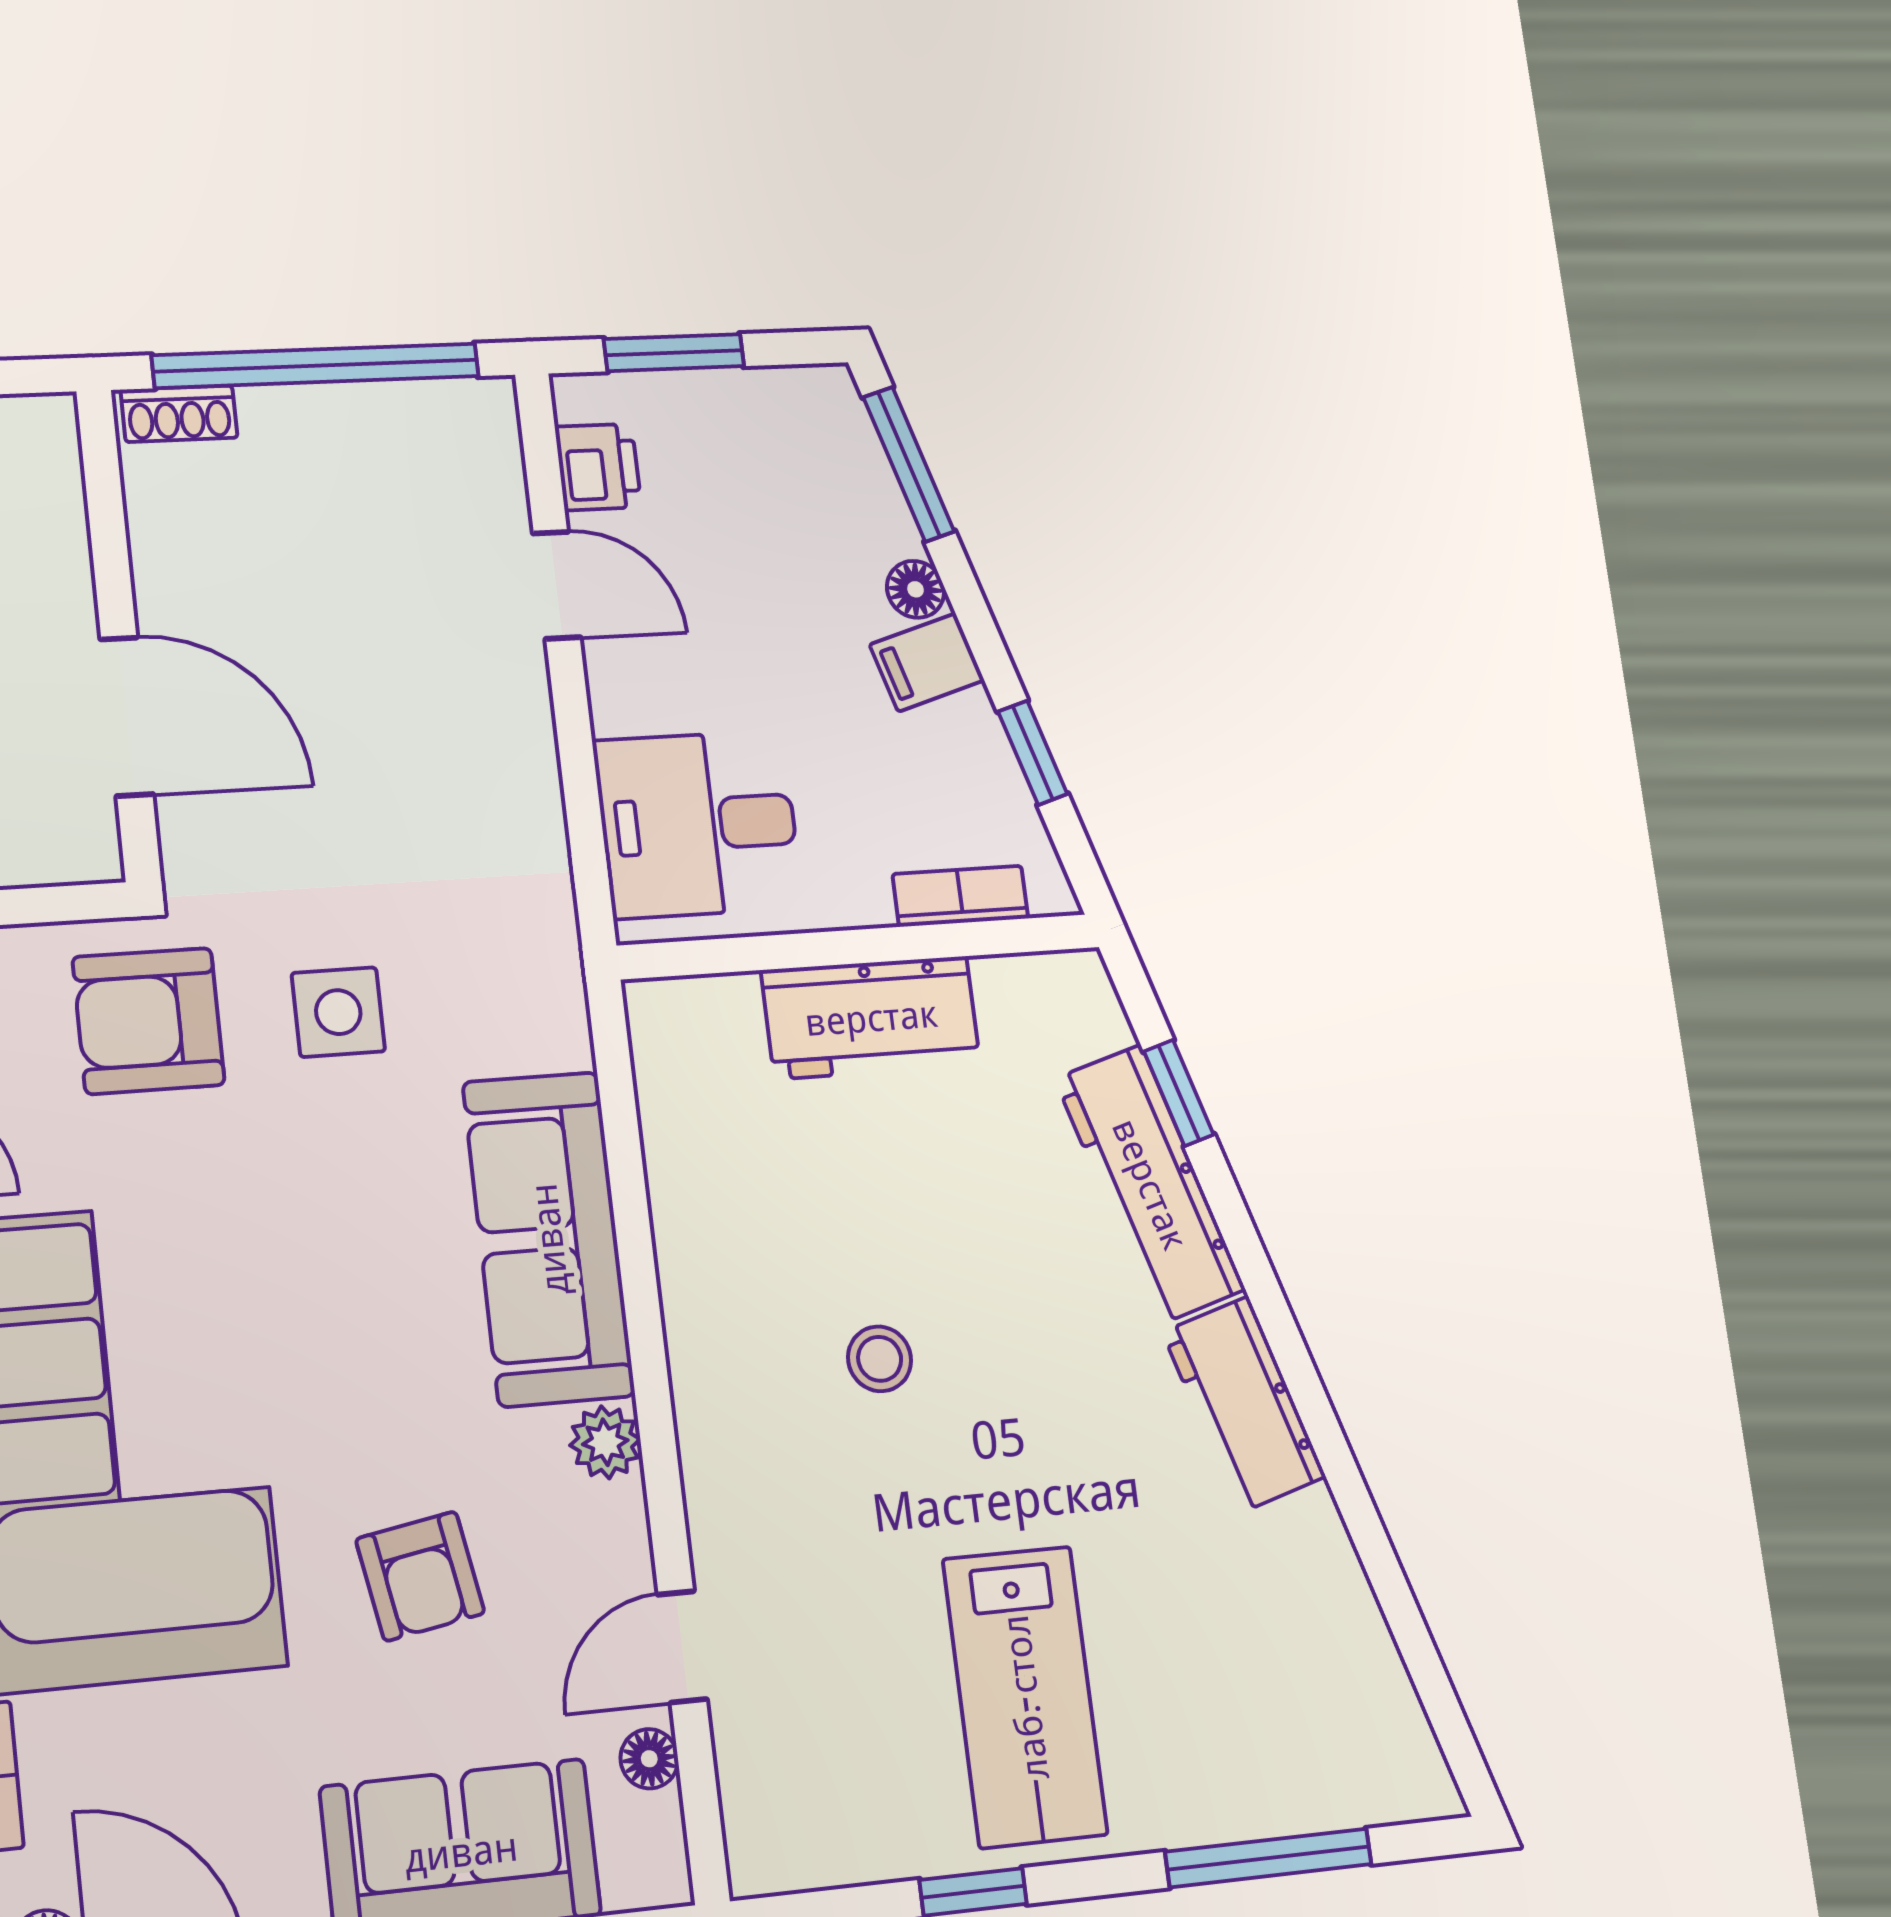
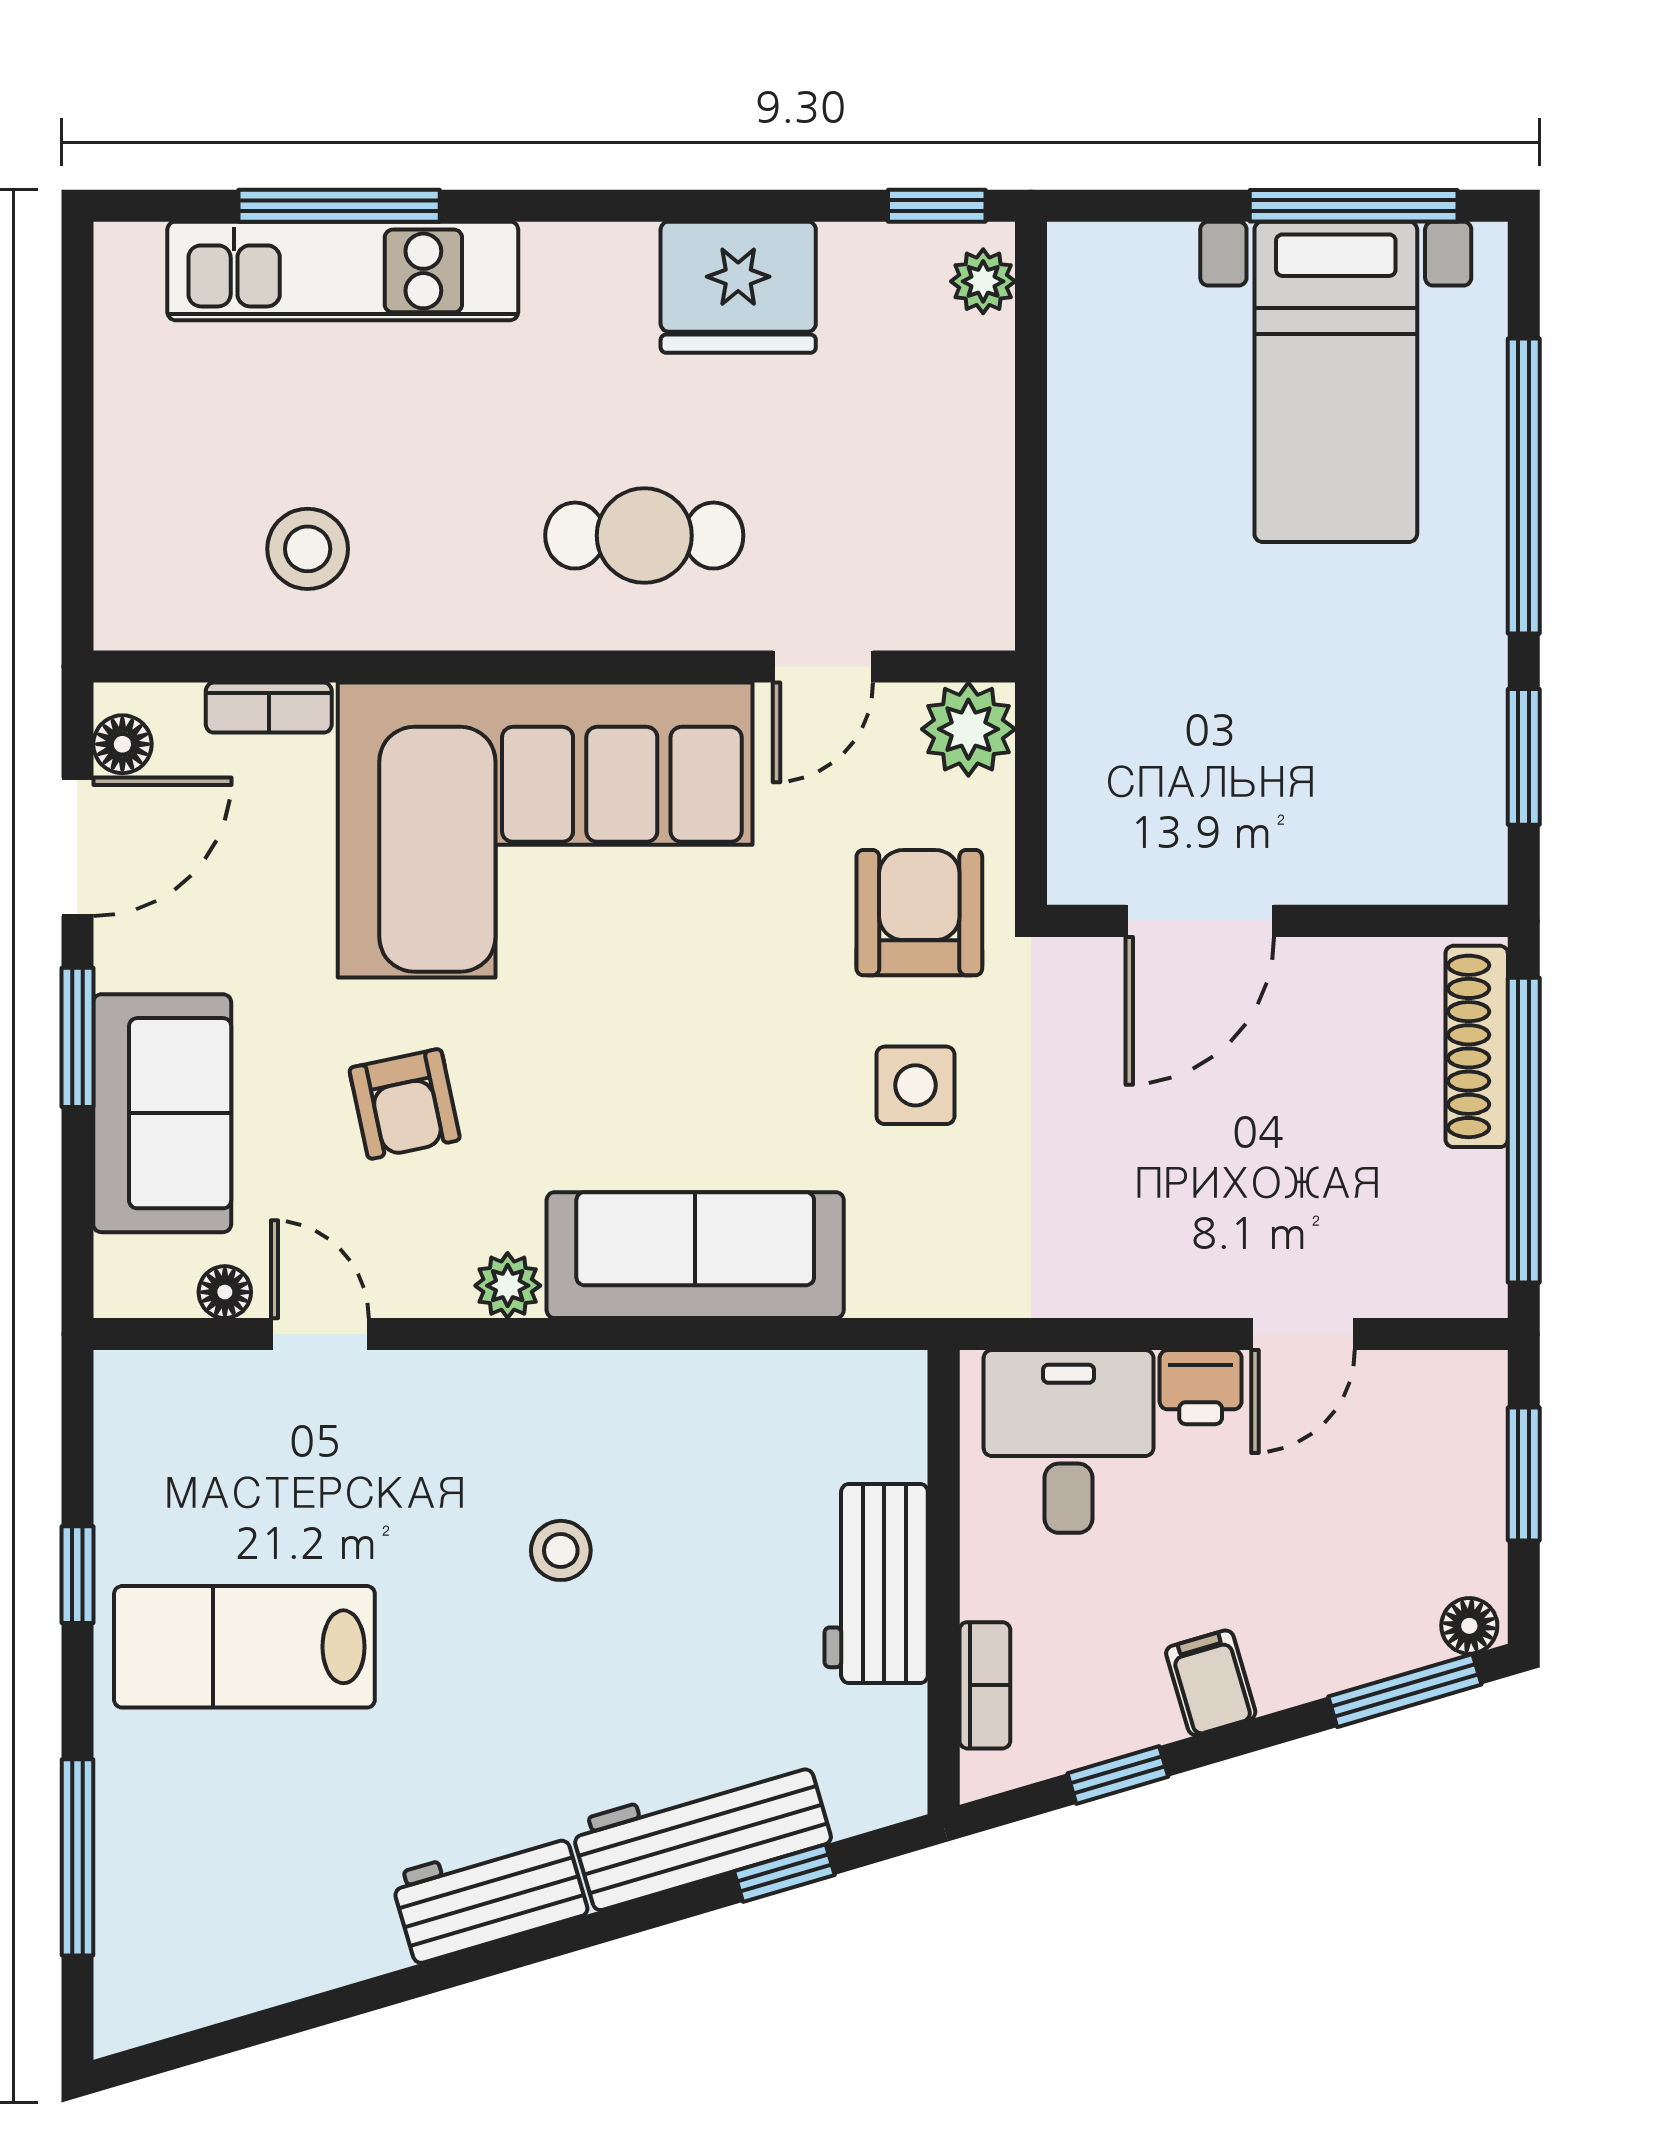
shoe rack: (179, 414) -> (1477, 1046), width x1.94, depth x1.24
printer: (598, 467) -> (1201, 1387), moved
floor lamp: (916, 589) -> (1469, 1626), moved
armchair: (420, 1576) -> (405, 1104), turned -92

